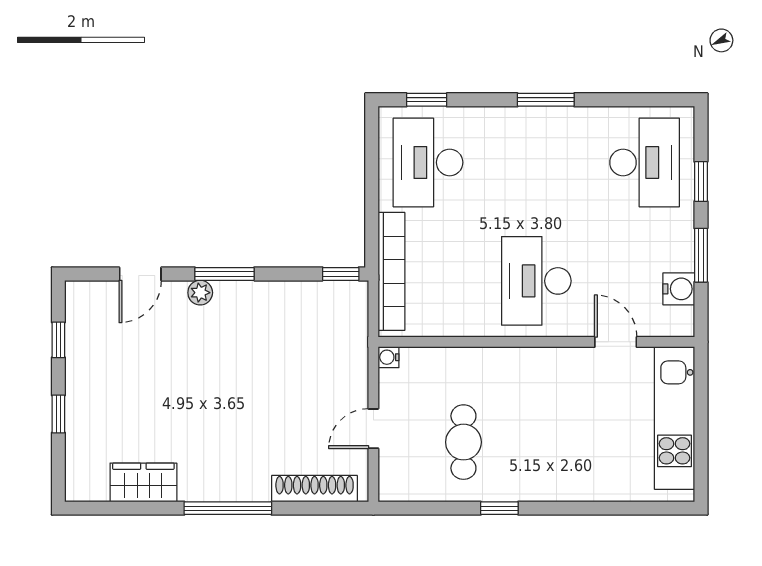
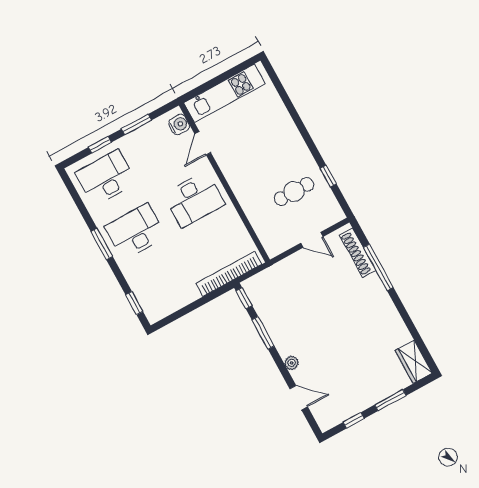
desk: (428, 162) -> (135, 232), moved, turned 180
window: (224, 274) -> (263, 333), moved
water cooler: (679, 289) -> (179, 125), moved, turned 90
water cooler: (389, 357) -> (272, 252), removed
window: (58, 414) -> (390, 400), width x1.50
wardrobe: (143, 482) -> (414, 362), moved
window: (228, 508) -> (378, 267), moved
window: (499, 508) -> (328, 176), moved

